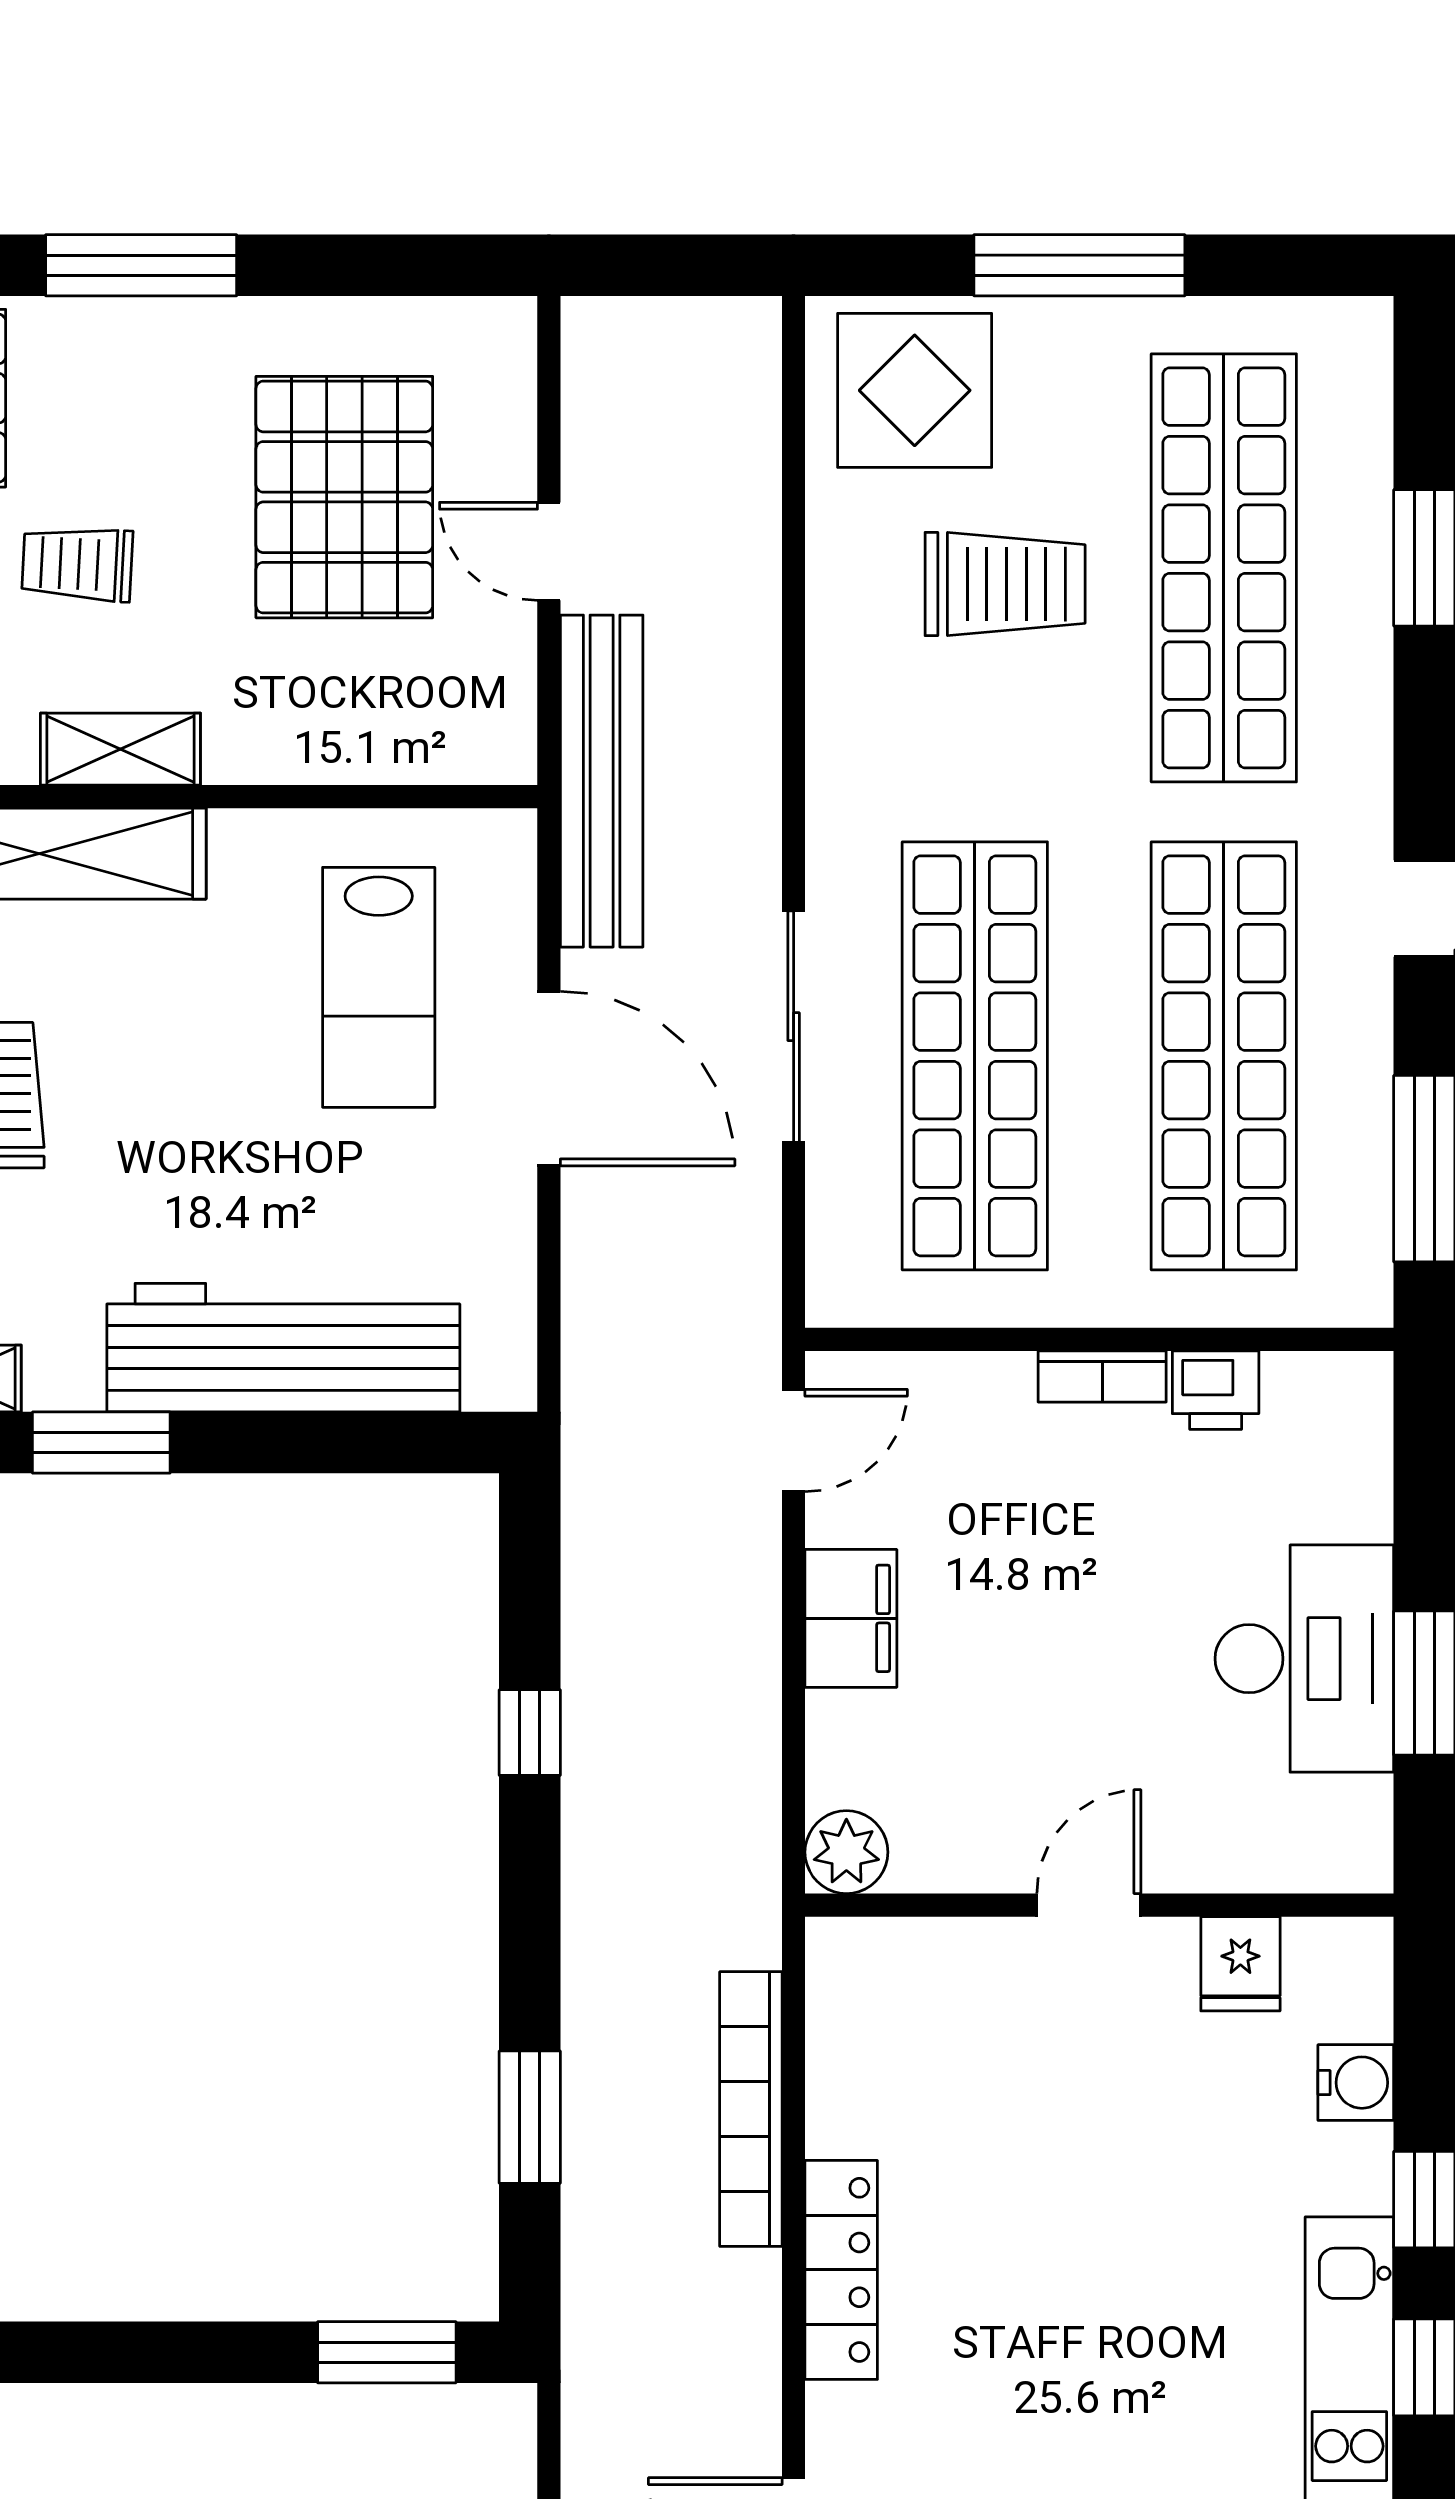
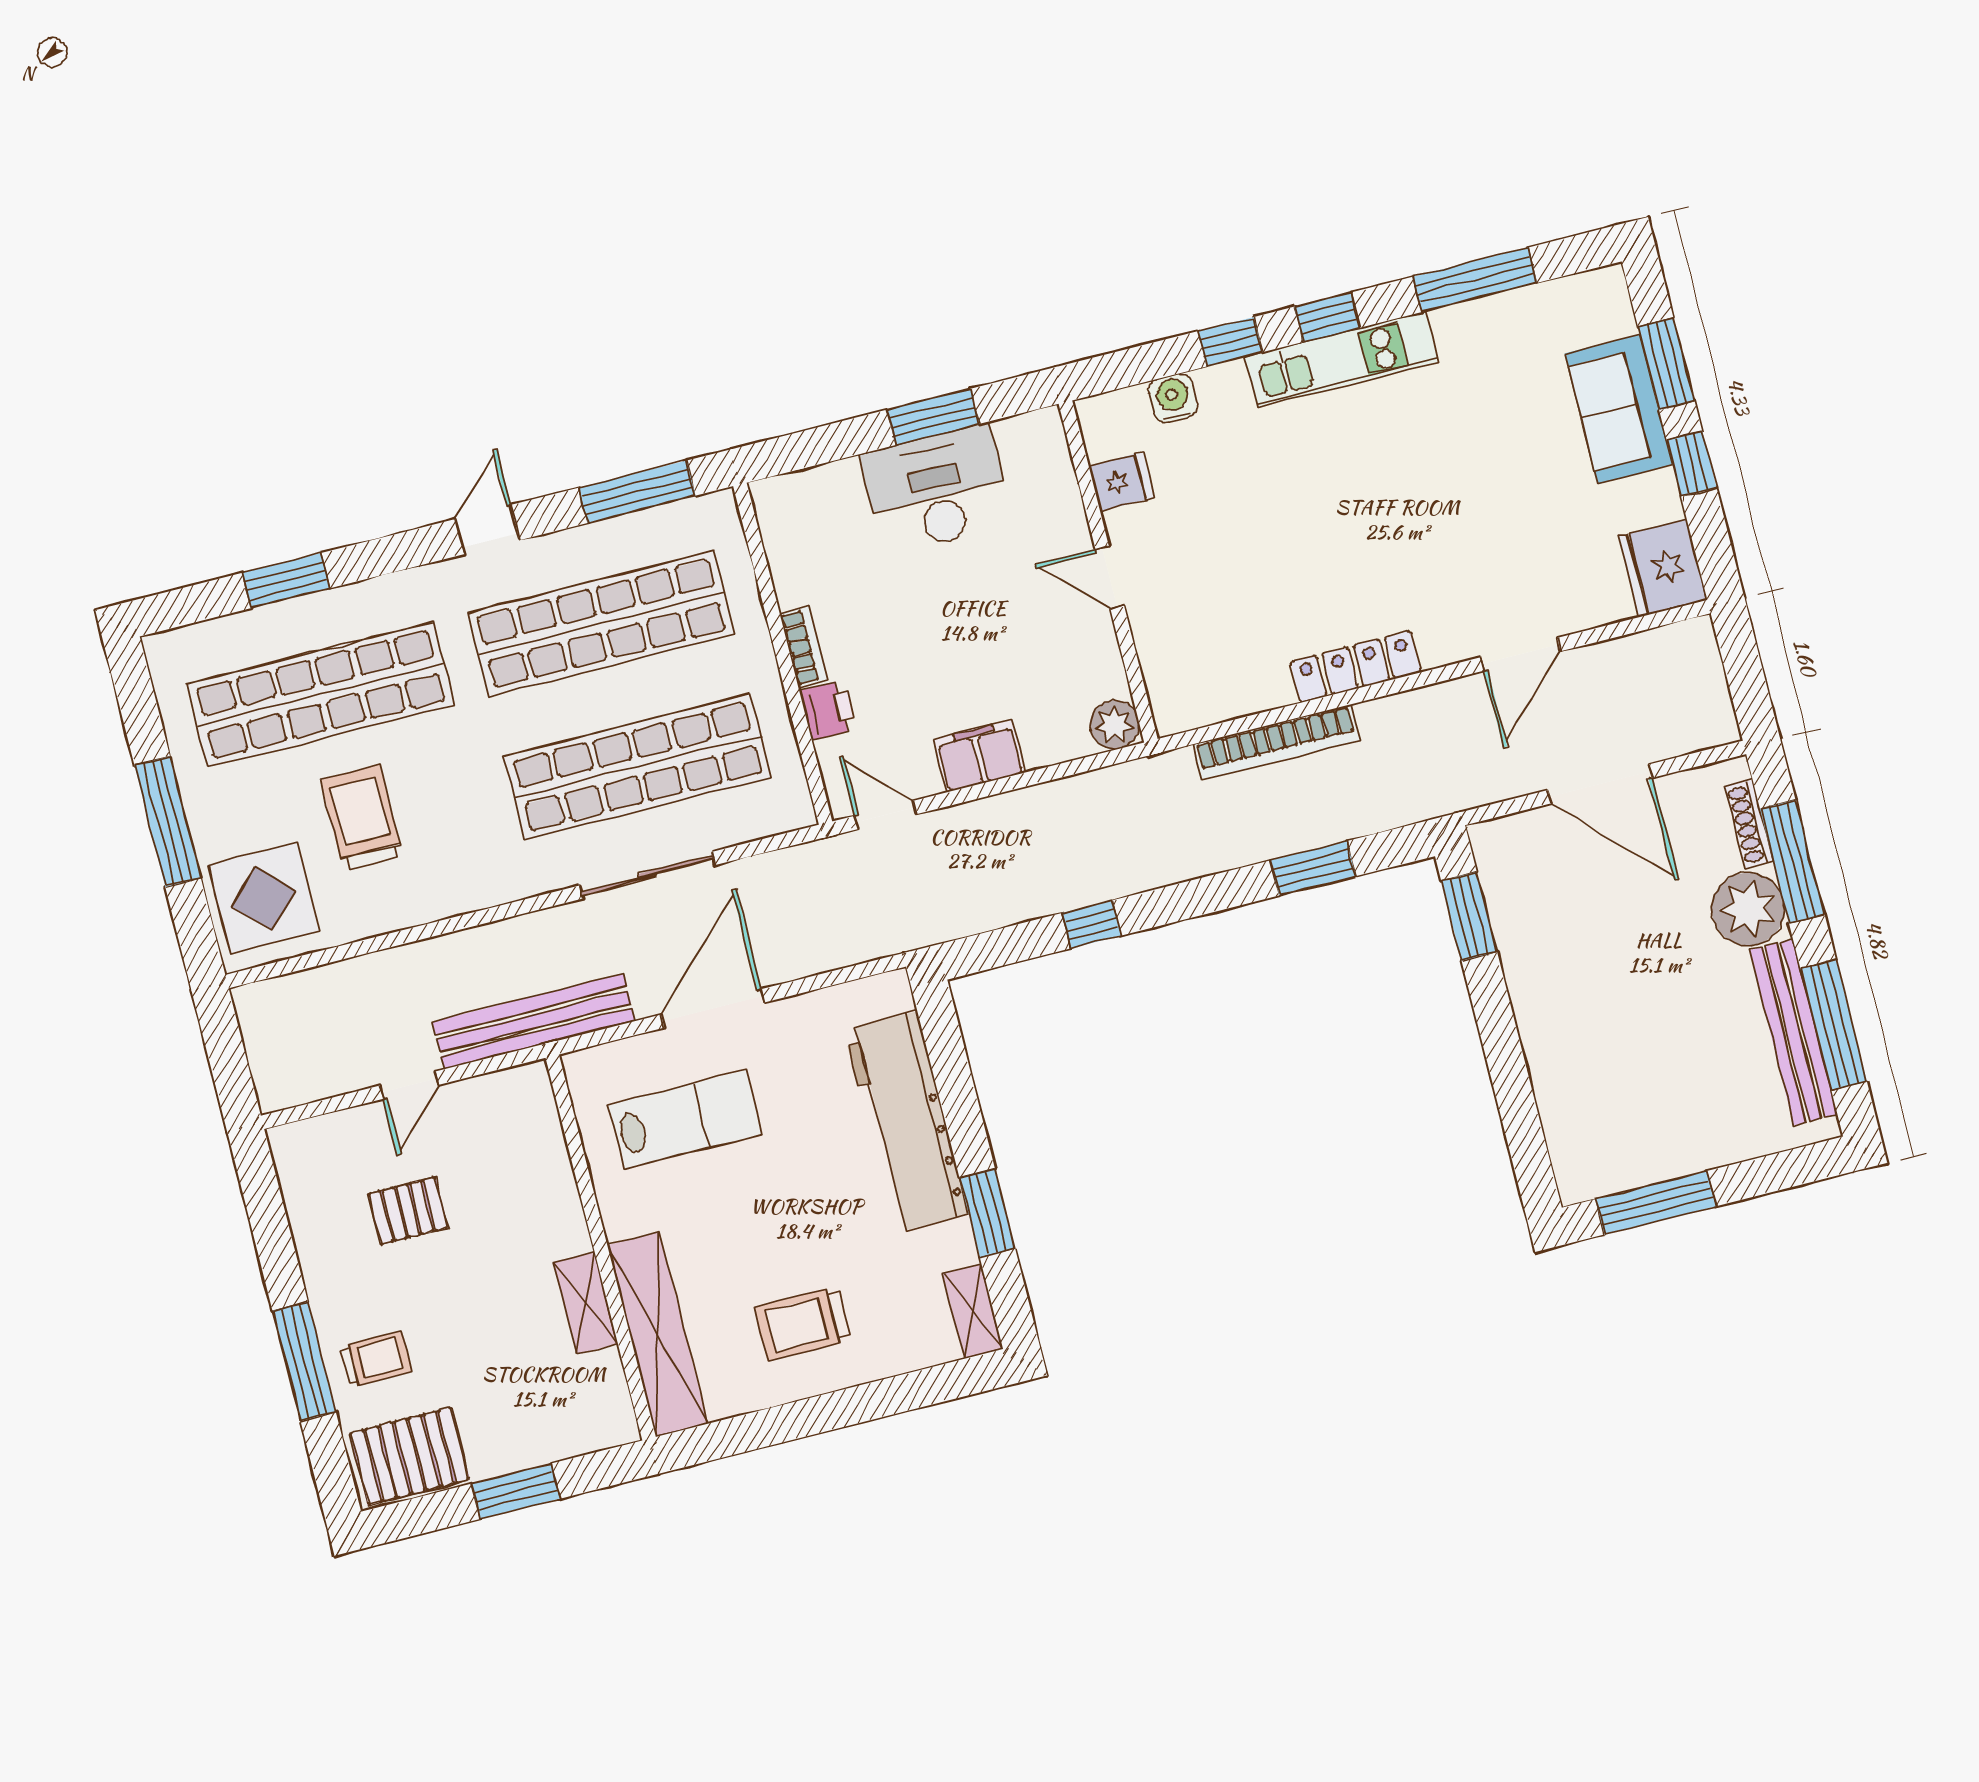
pallet: (344, 497) -> (408, 1211), width x0.49, depth x0.50
trolley: (77, 564) -> (376, 1359), moved, turned -93
printer: (1216, 1390) -> (828, 710), moved

